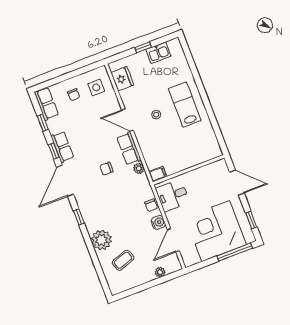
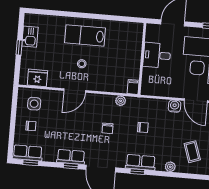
window: (43, 123) -> (31, 163), moved
row of seats: (129, 149) -> (141, 162), moved, turned 180
desk: (173, 195) -> (157, 55), moved, turned 90
chair: (151, 205) -> (143, 127), moved
plant: (101, 240) -> (170, 167), width x0.53, depth x0.53

